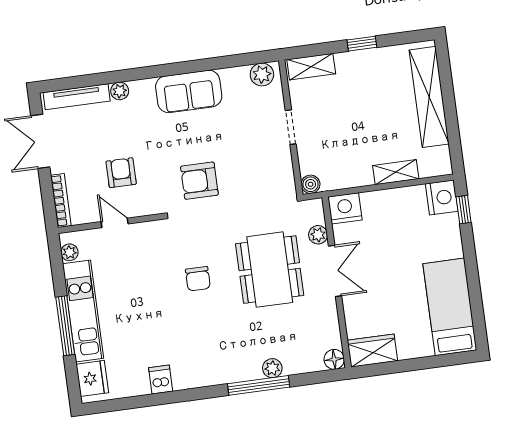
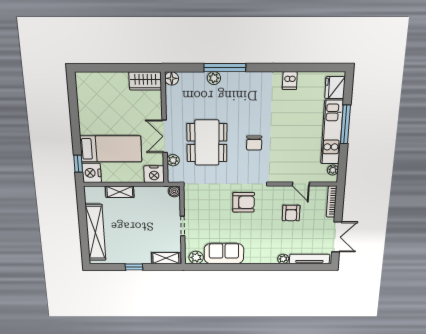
sofa: (189, 91) -> (224, 254), moved
chair: (198, 279) -> (254, 143), turned 180
bed: (450, 307) -> (111, 149), moved, turned -90

